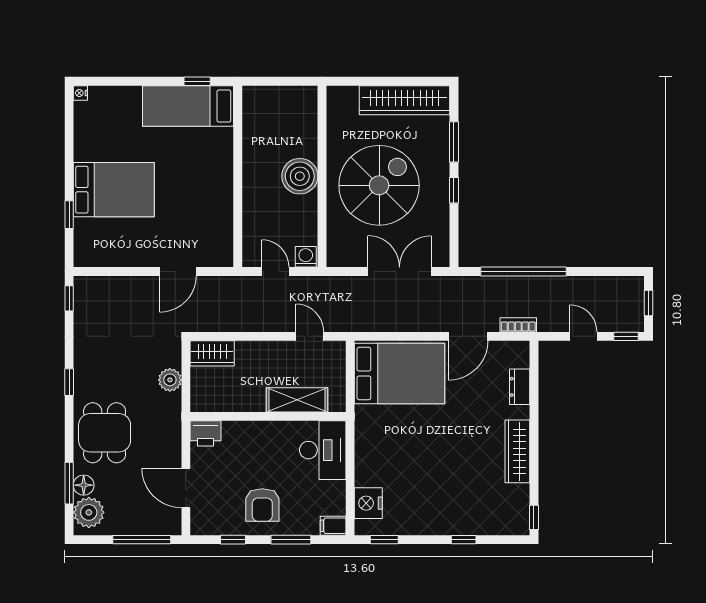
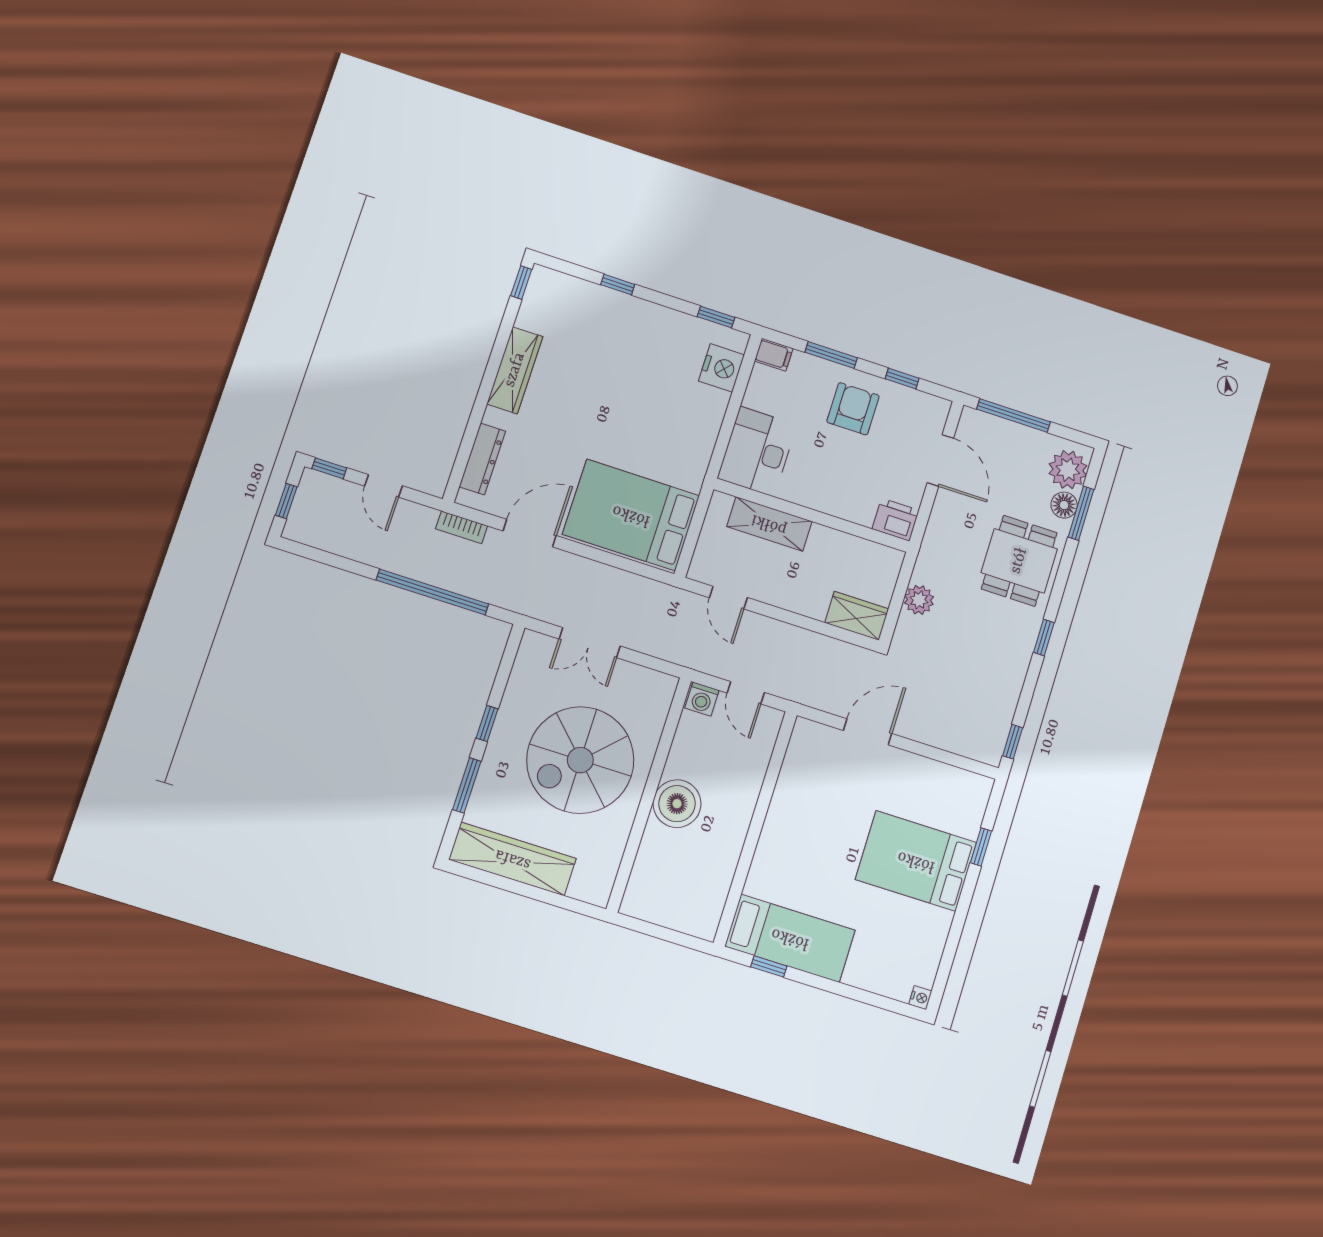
double door: (400, 272) -> (590, 643), width x0.73
dresser: (520, 387) -> (482, 459), width x1.44

